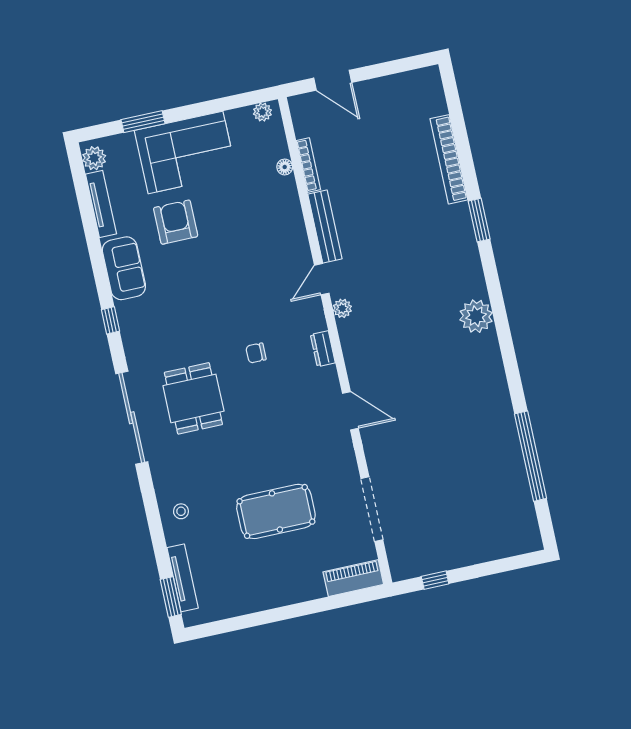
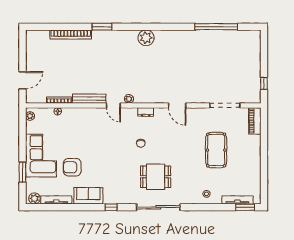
door: (350, 411) -> (177, 105), swing flipped

